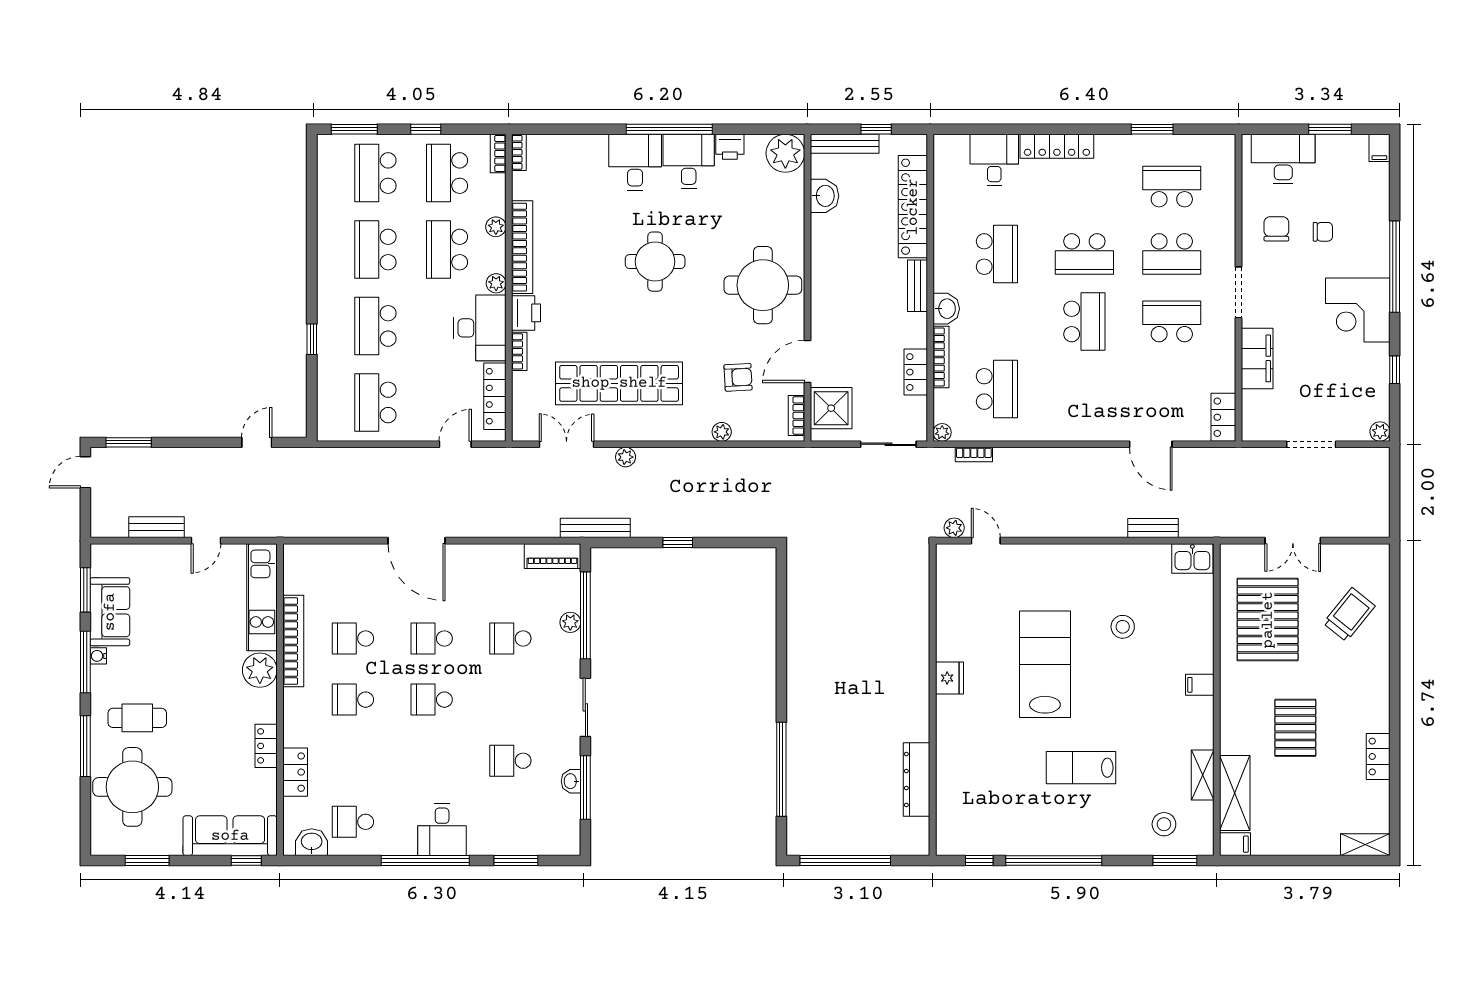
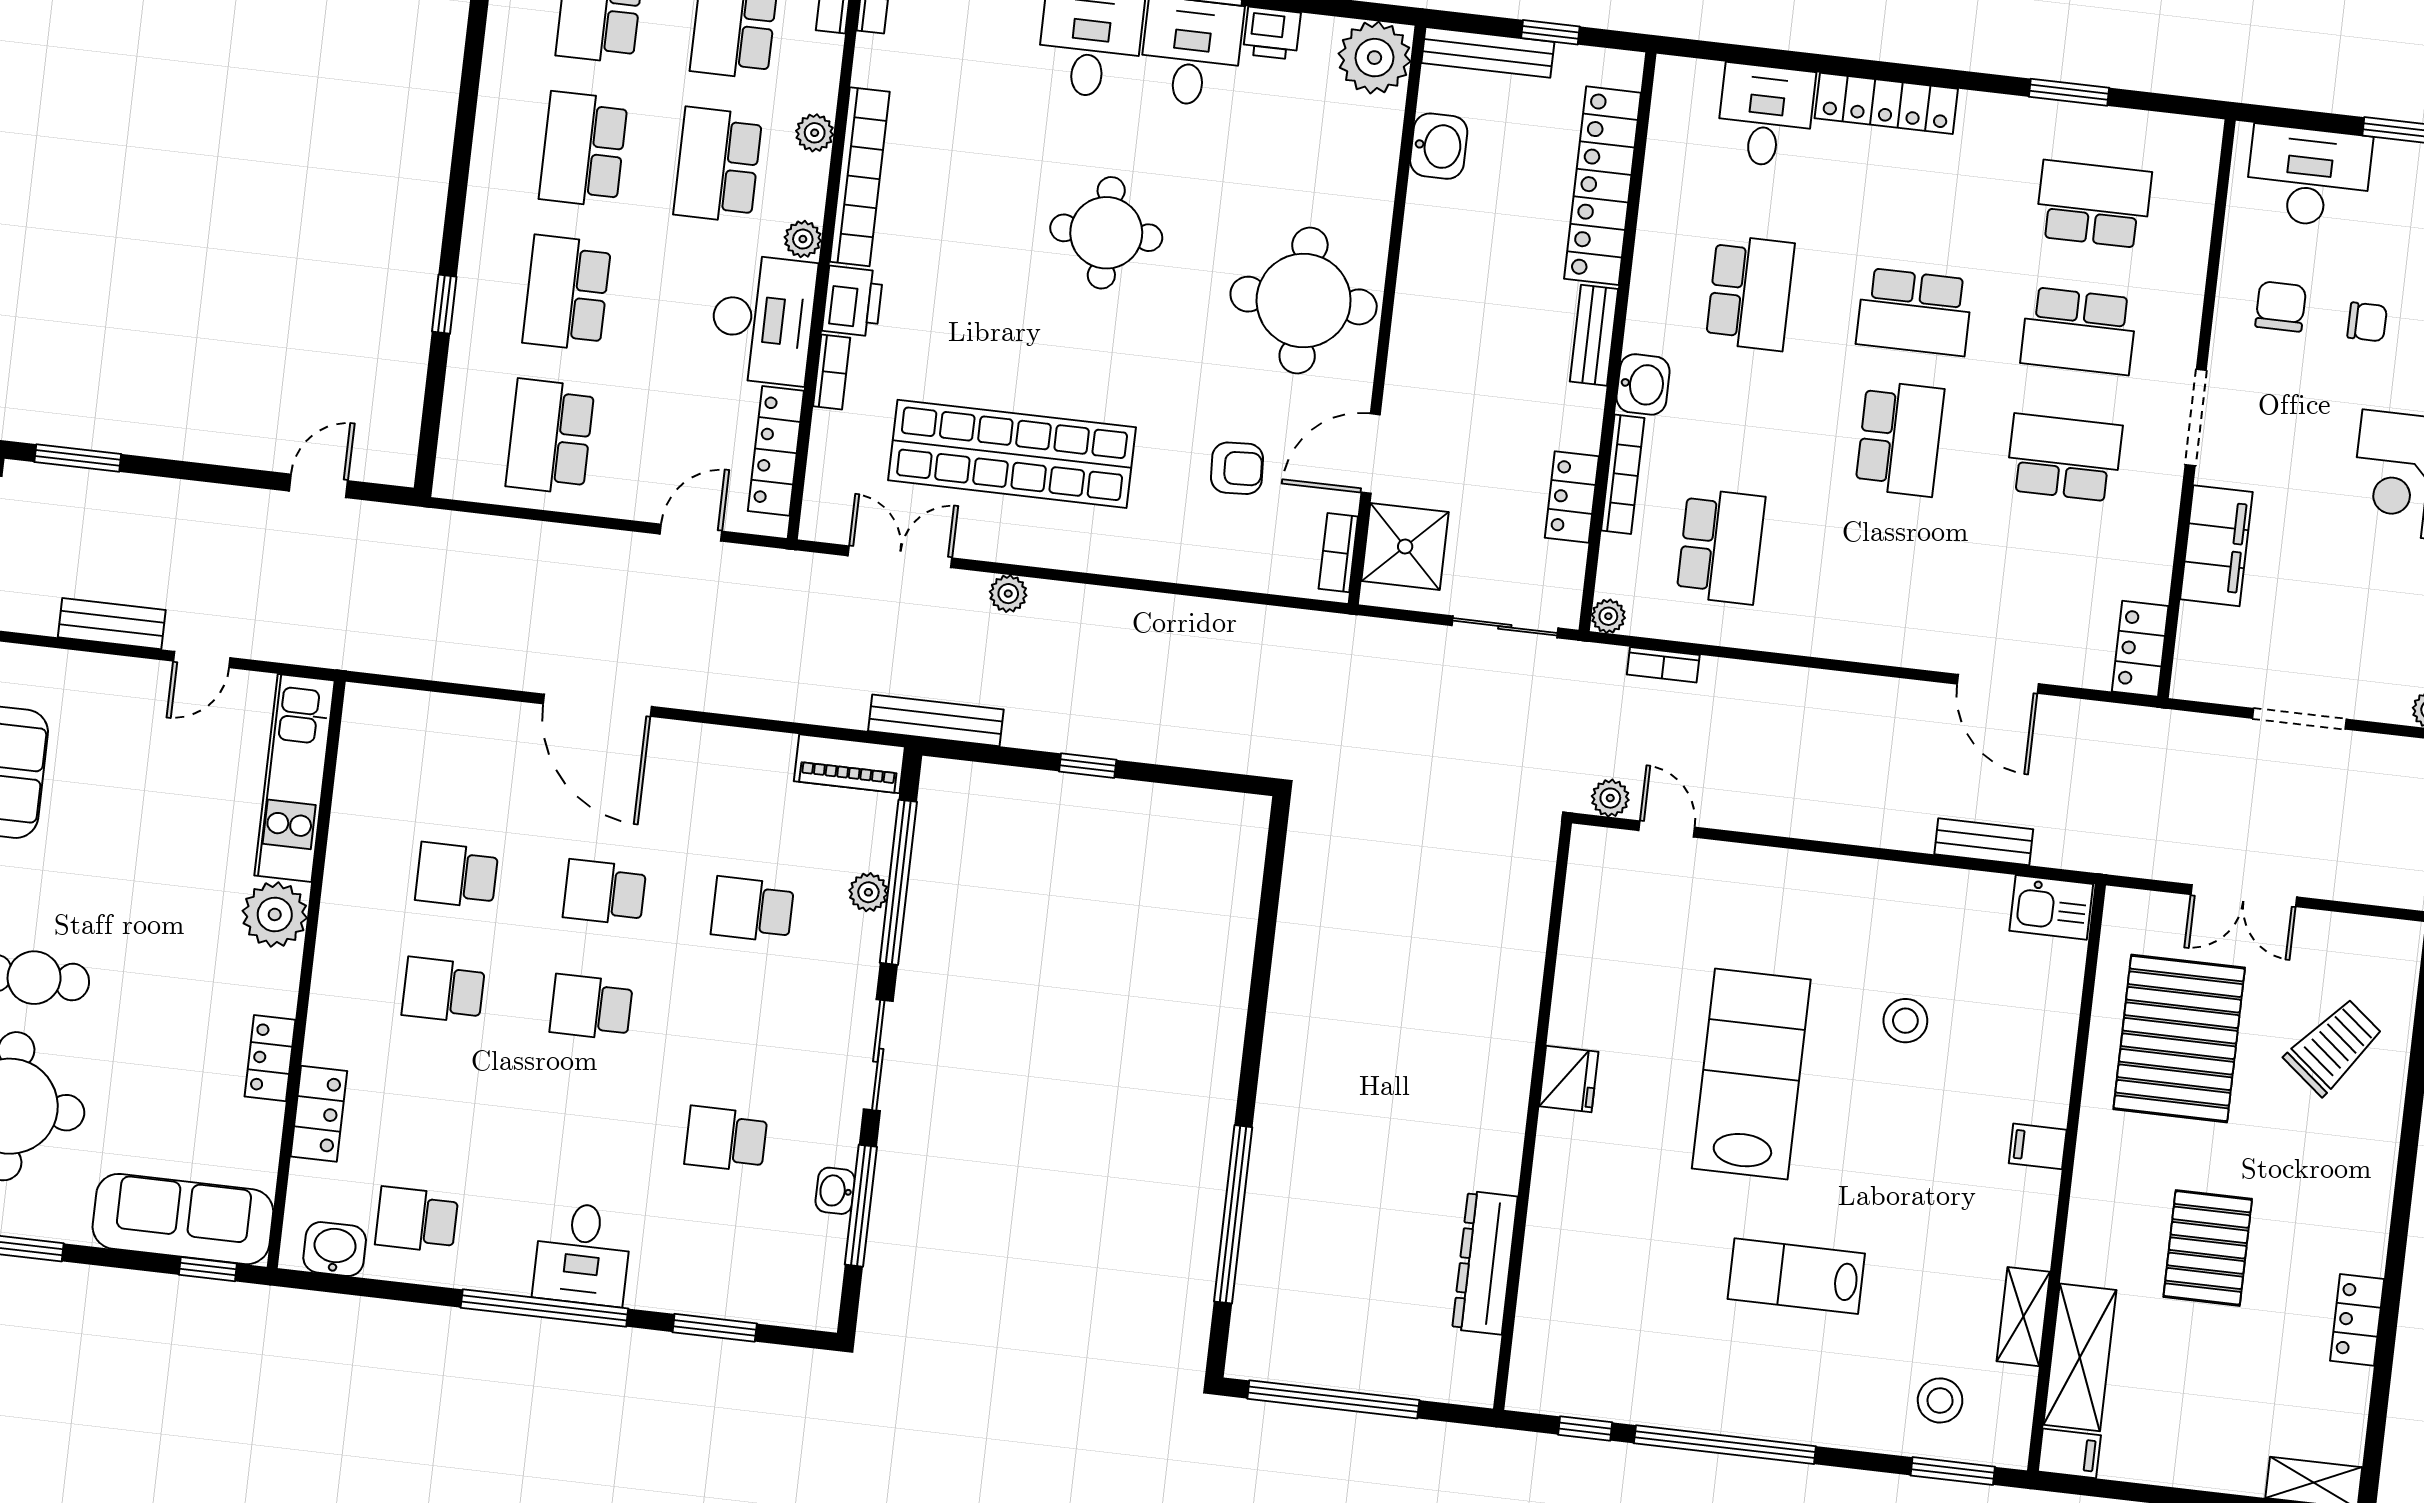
plant: (722, 432) -> (1194, 567), removed
bookcase: (293, 641) -> (344, 867), removed

